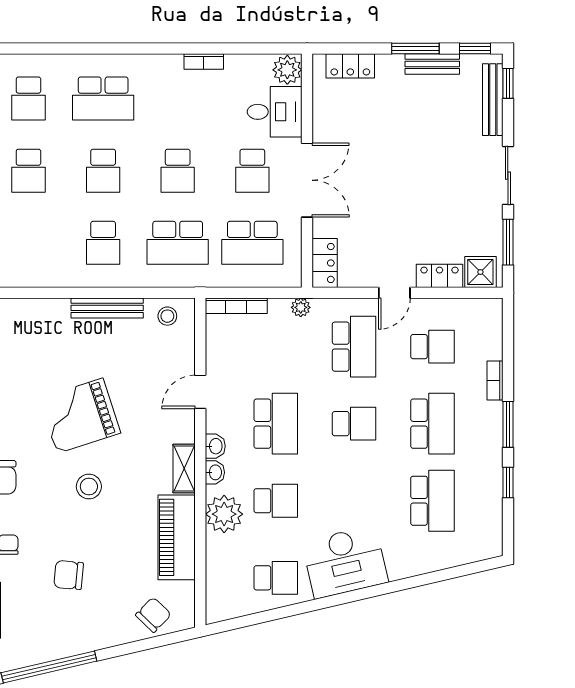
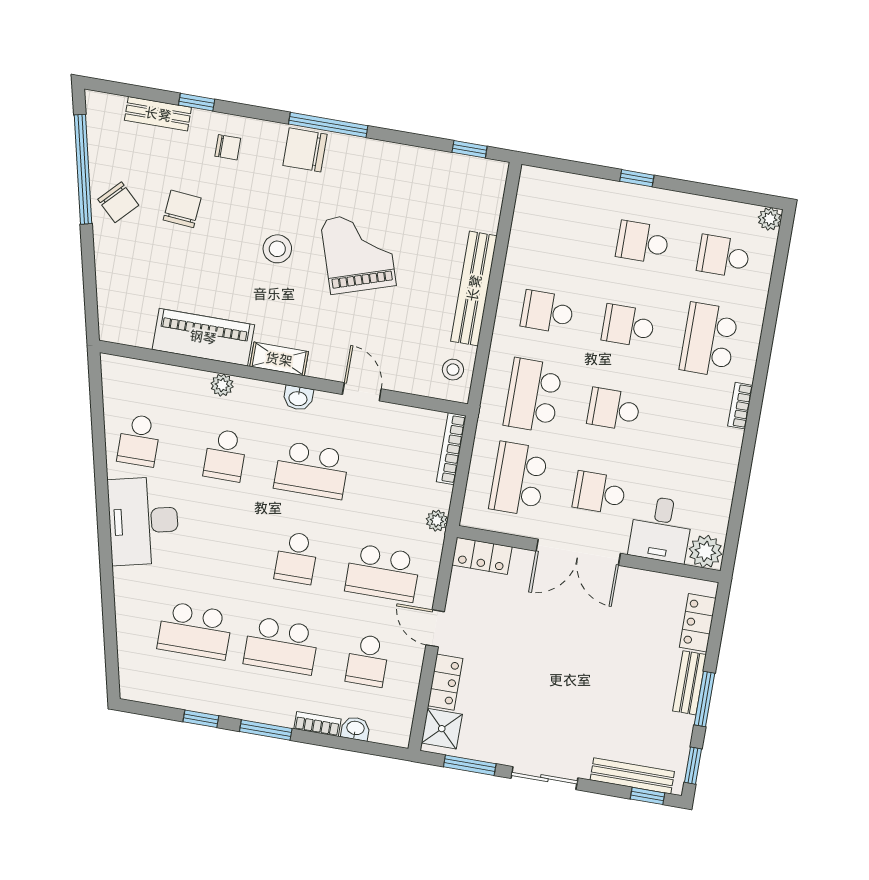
bookcase: (204, 61) -> (740, 406), moved
bench: (432, 64) -> (690, 683), moved
bench: (107, 308) -> (474, 288), width x1.37, depth x1.21
washbasin: (215, 472) -> (355, 729), moved, turned 180
plant: (224, 514) -> (222, 385), width x0.53, depth x0.53
chair: (153, 615) -> (118, 202), moved

